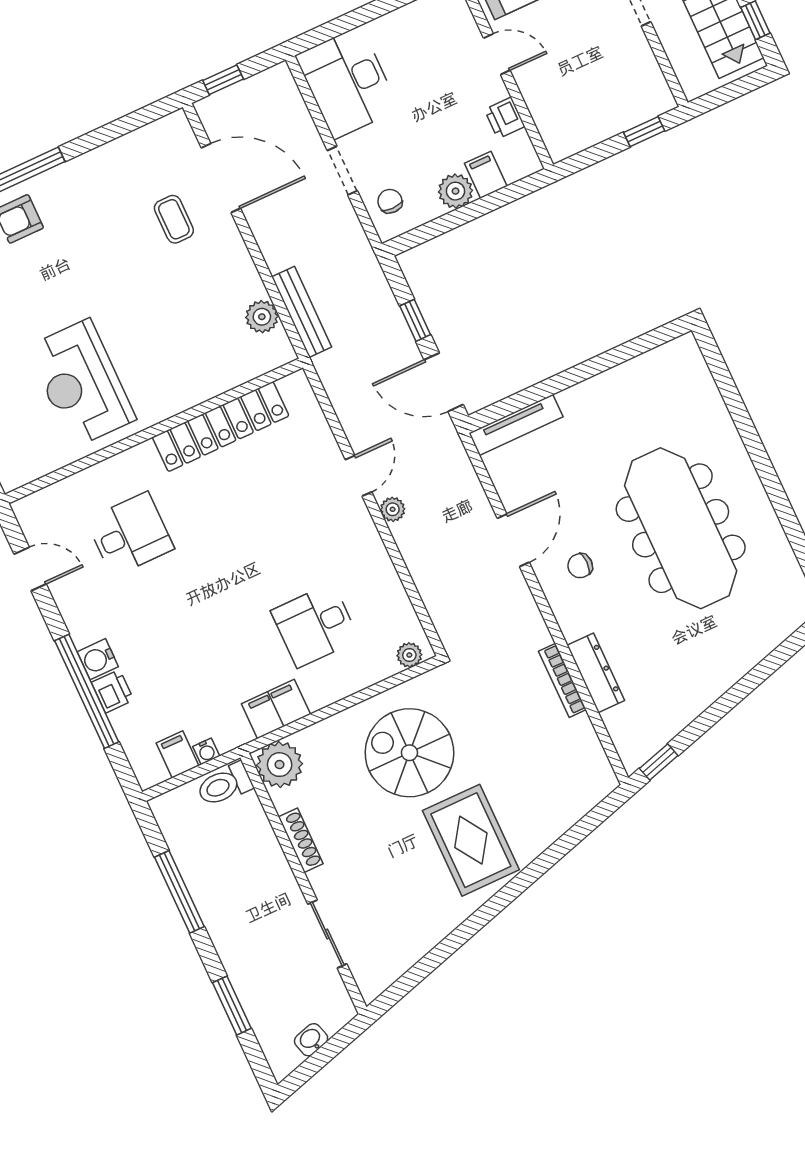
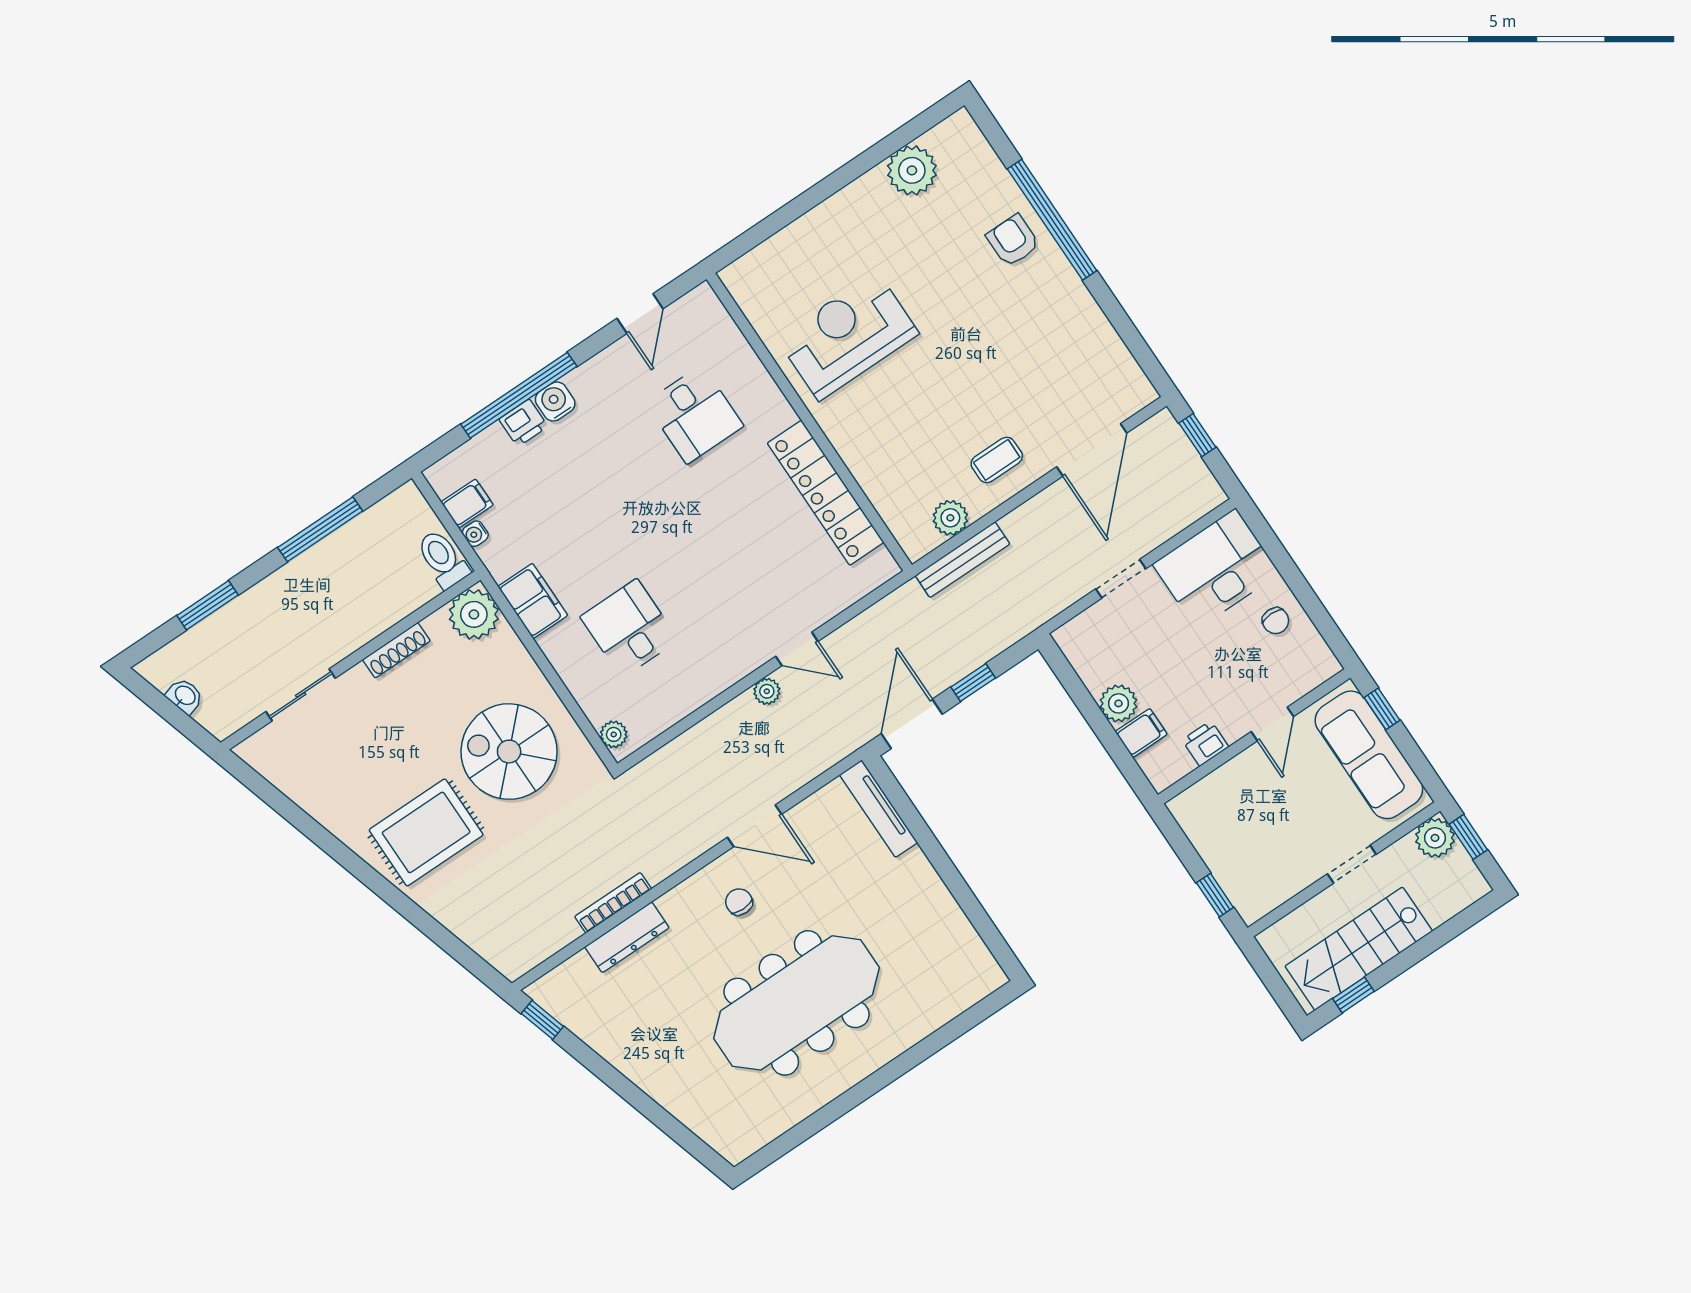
chair: (390, 201) -> (1276, 621), moved, turned 90
coffee table: (174, 219) -> (997, 460), moved
spiral stairs: (409, 753) -> (509, 752), turned -90

